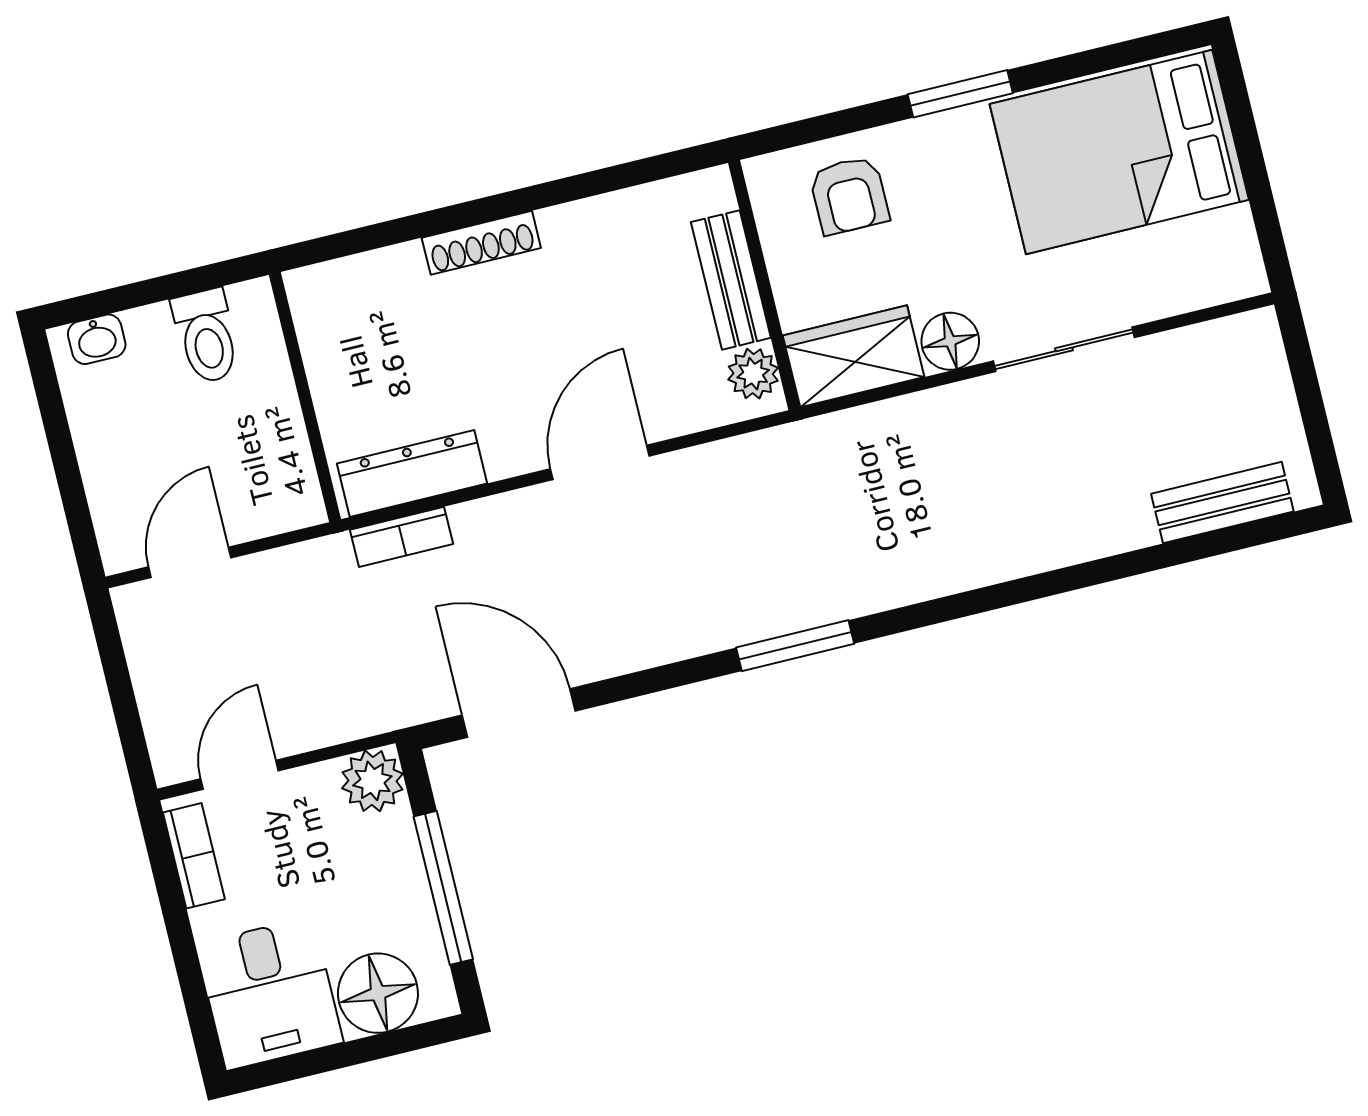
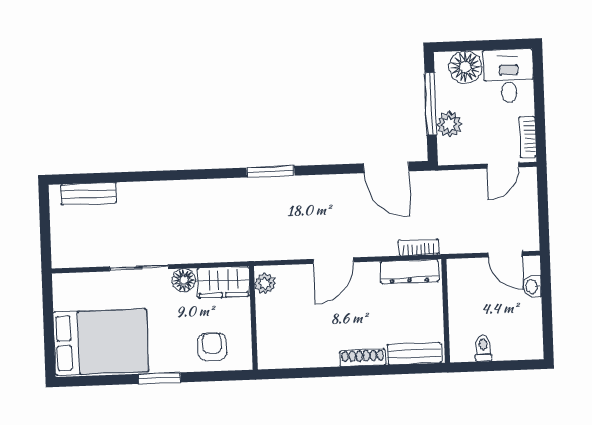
bench: (731, 280) -> (414, 354), moved, turned 90
toilet: (206, 336) -> (483, 348), width x0.73, depth x0.72
washbasin: (97, 339) -> (532, 286), moved, turned -90
door: (190, 562) -> (505, 254), hinge flipped
plant: (372, 781) -> (449, 124), moved

